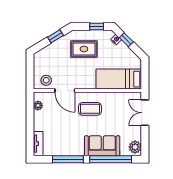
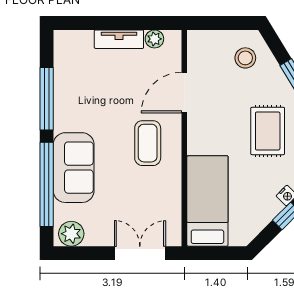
stool: (46, 80) -> (245, 58), moved
tv unit: (38, 144) -> (119, 39), moved

